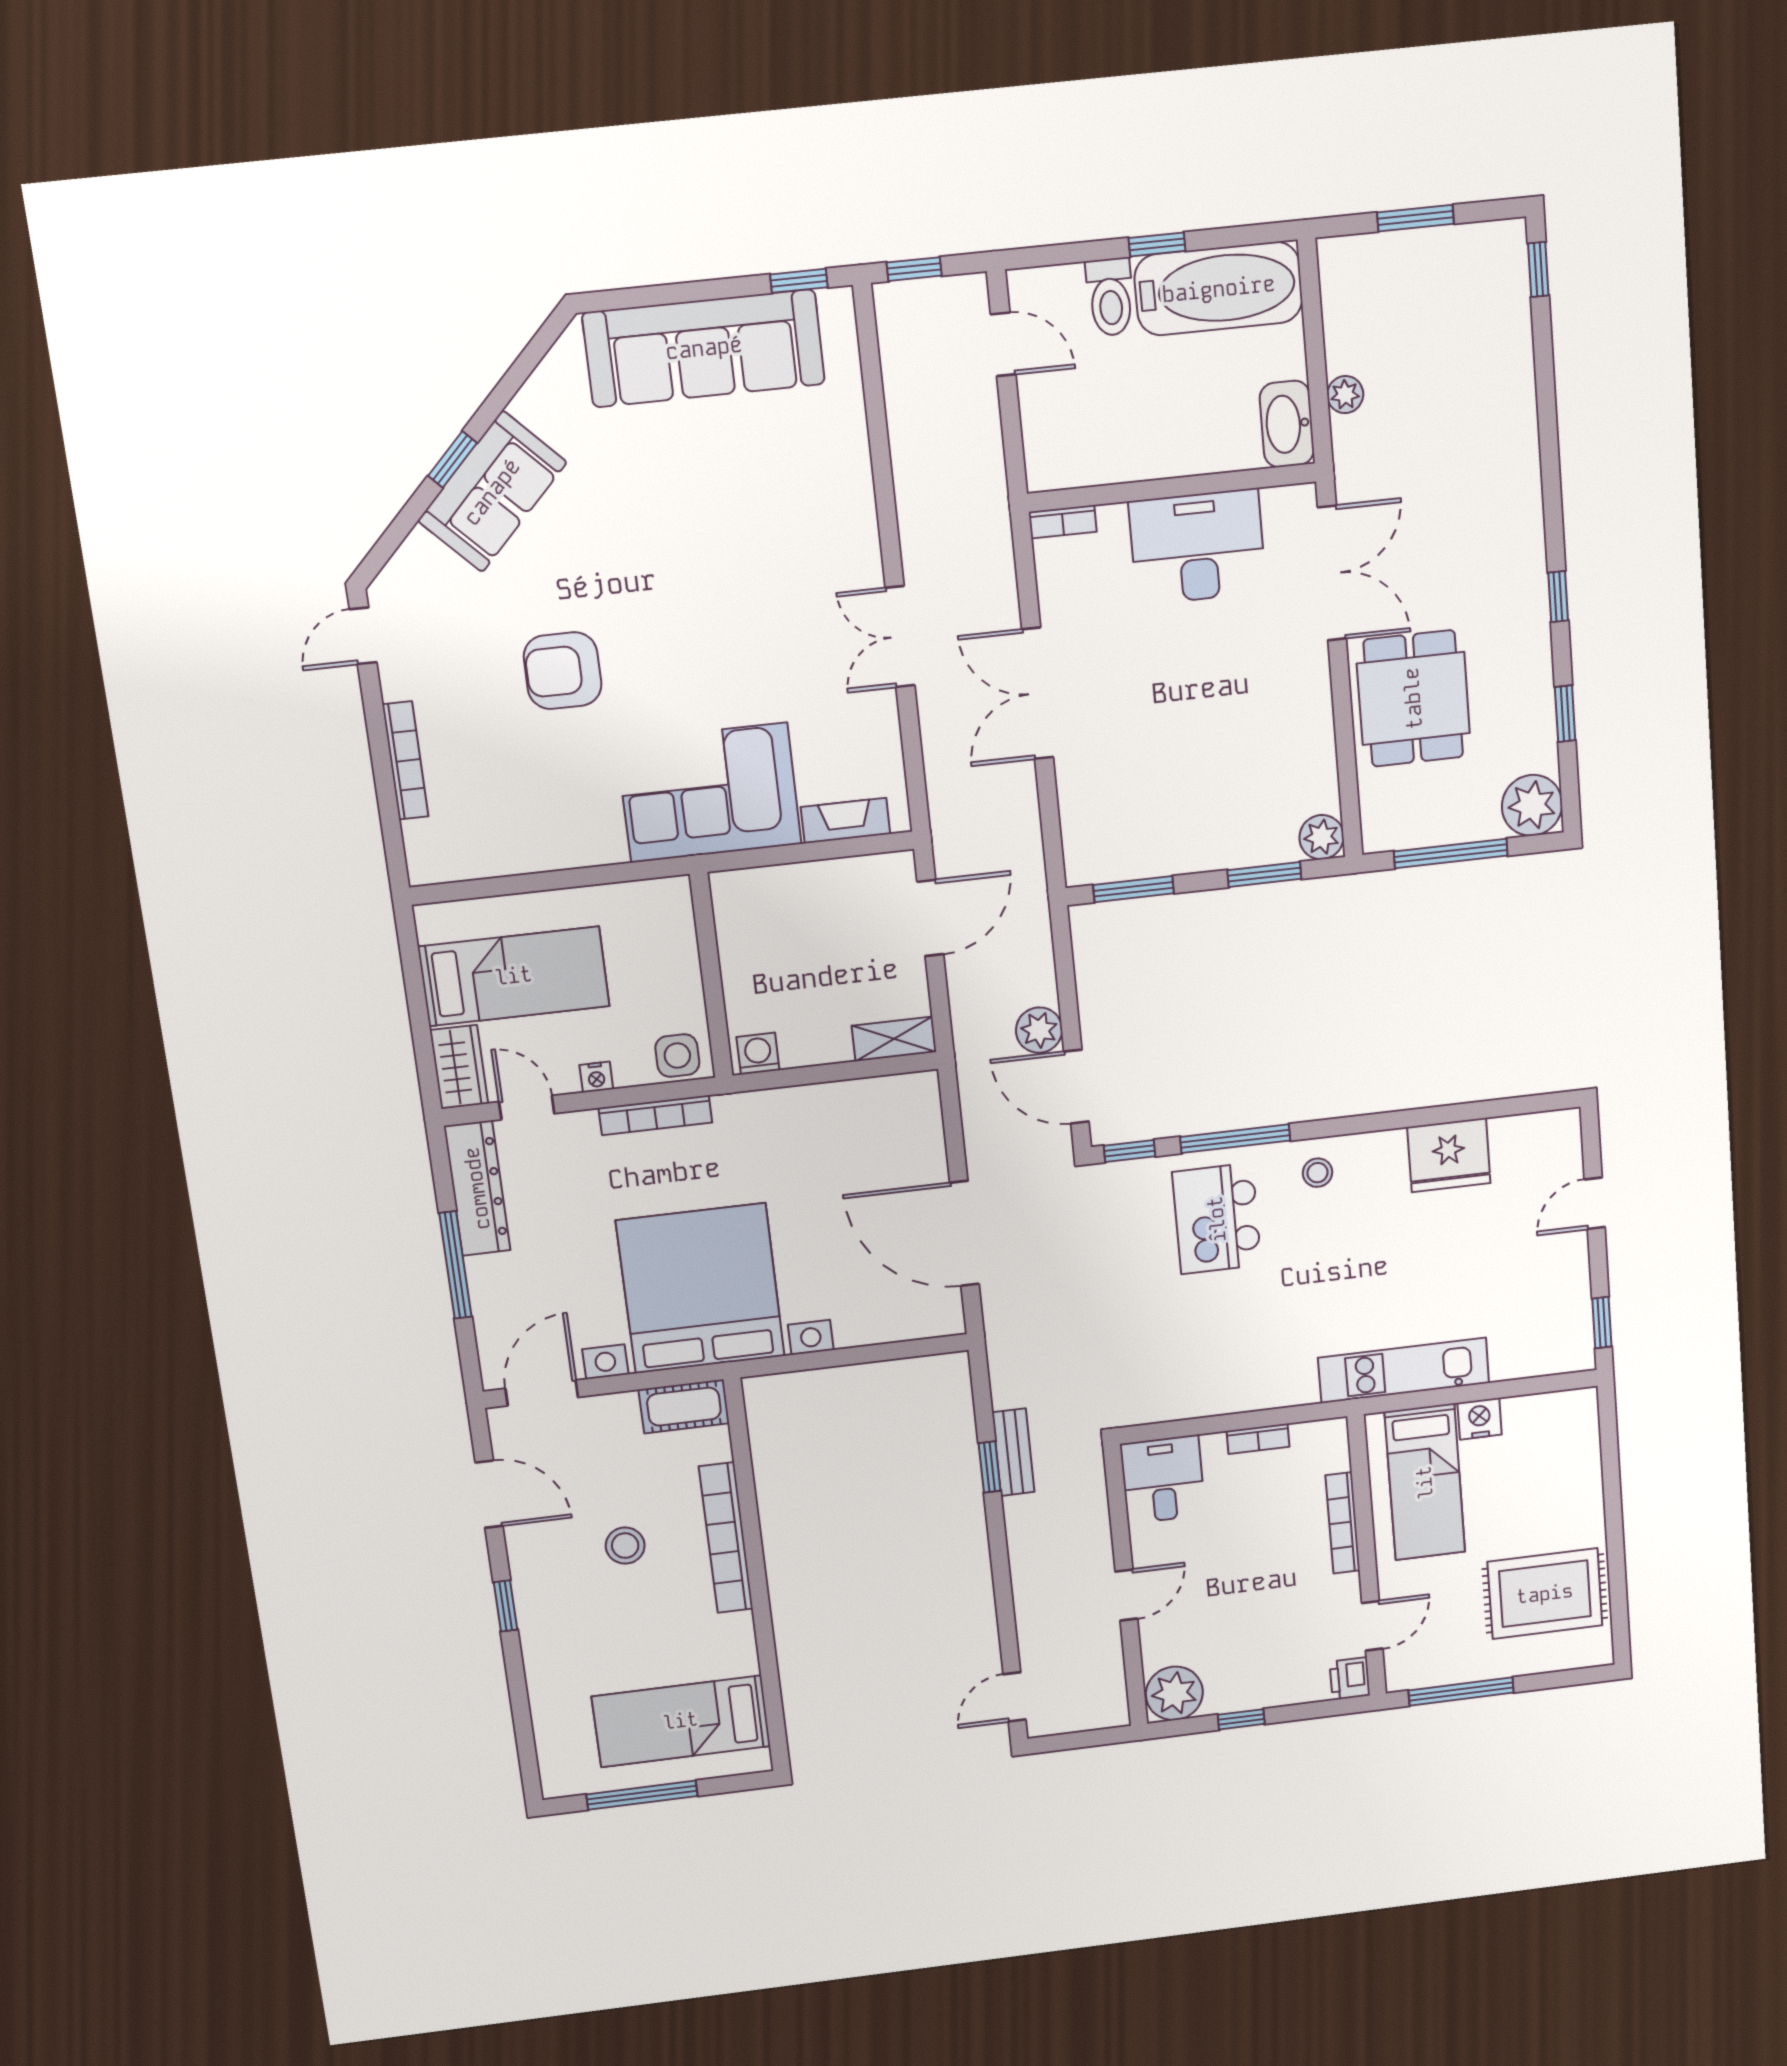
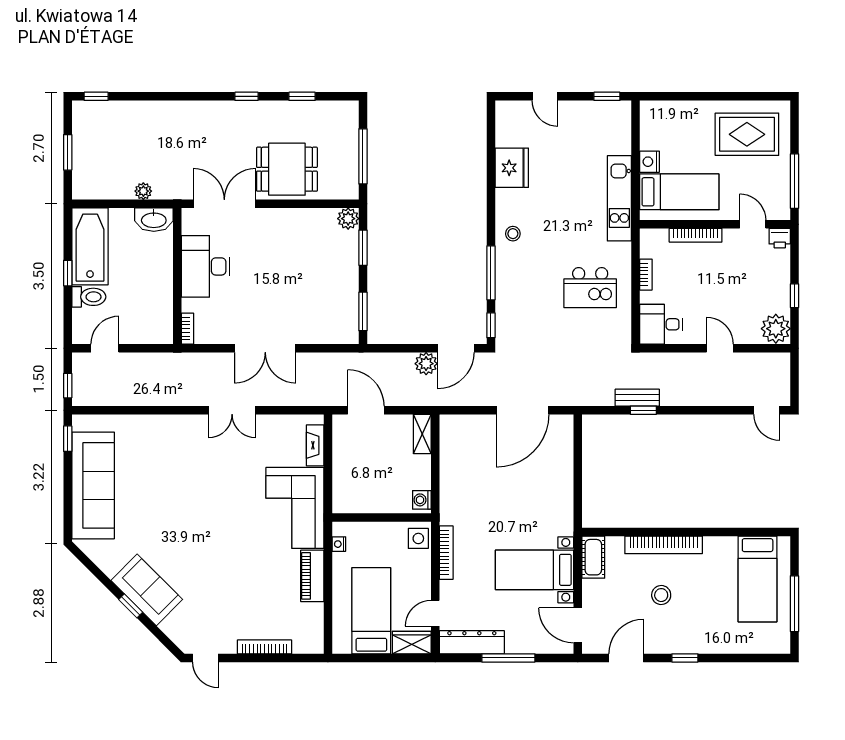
armchair: (563, 671) -> (231, 569), removed
plant: (1532, 805) -> (344, 115), removed
piano: (570, 845) -> (312, 576), added
nightstand: (596, 1077) -> (339, 544), moved, turned 180
kitchen island: (1217, 1219) -> (590, 288), moved
bed with nightstands: (700, 1288) -> (535, 570), width x0.54
rug: (1545, 1594) -> (747, 134), turned 90

